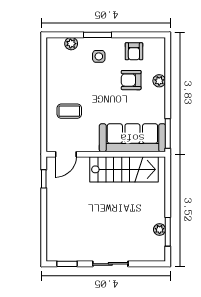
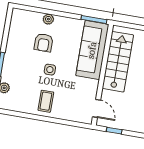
armchair: (134, 51) -> (20, 36), removed
side table: (99, 56) -> (50, 70), moved
coffee table: (69, 111) -> (46, 101), moved

